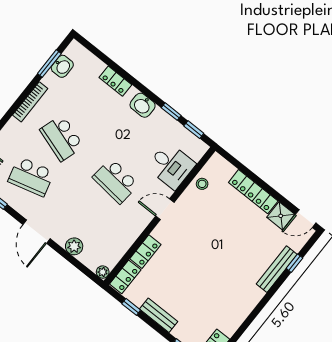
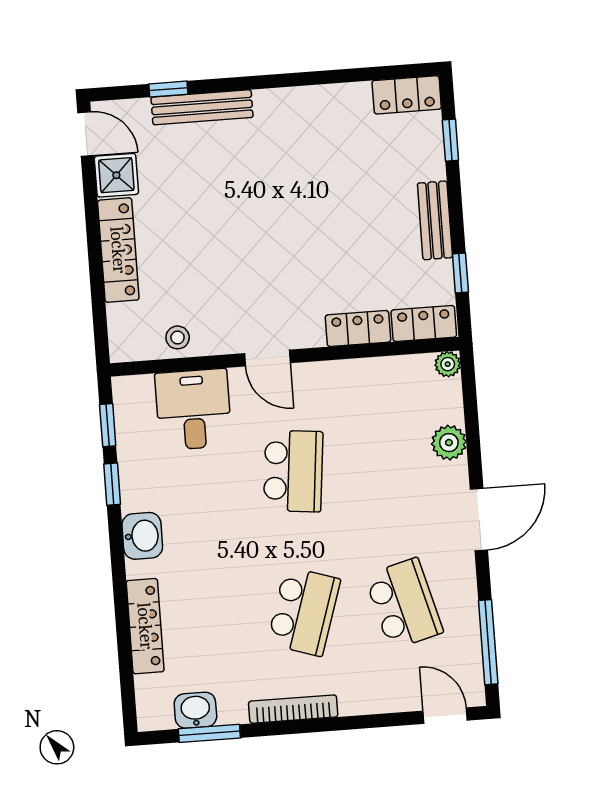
locker: (115, 81) -> (145, 626), width x1.53

